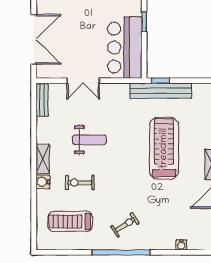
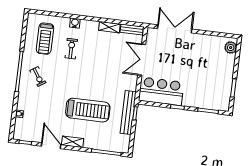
double door: (34, 39) -> (175, 29), swing flipped
double door: (83, 81) -> (142, 60), width x1.37
weight bench: (89, 140) -> (100, 59), removed
shelving: (43, 159) -> (109, 27), moved
treadmill: (70, 221) -> (45, 39), turned 180

